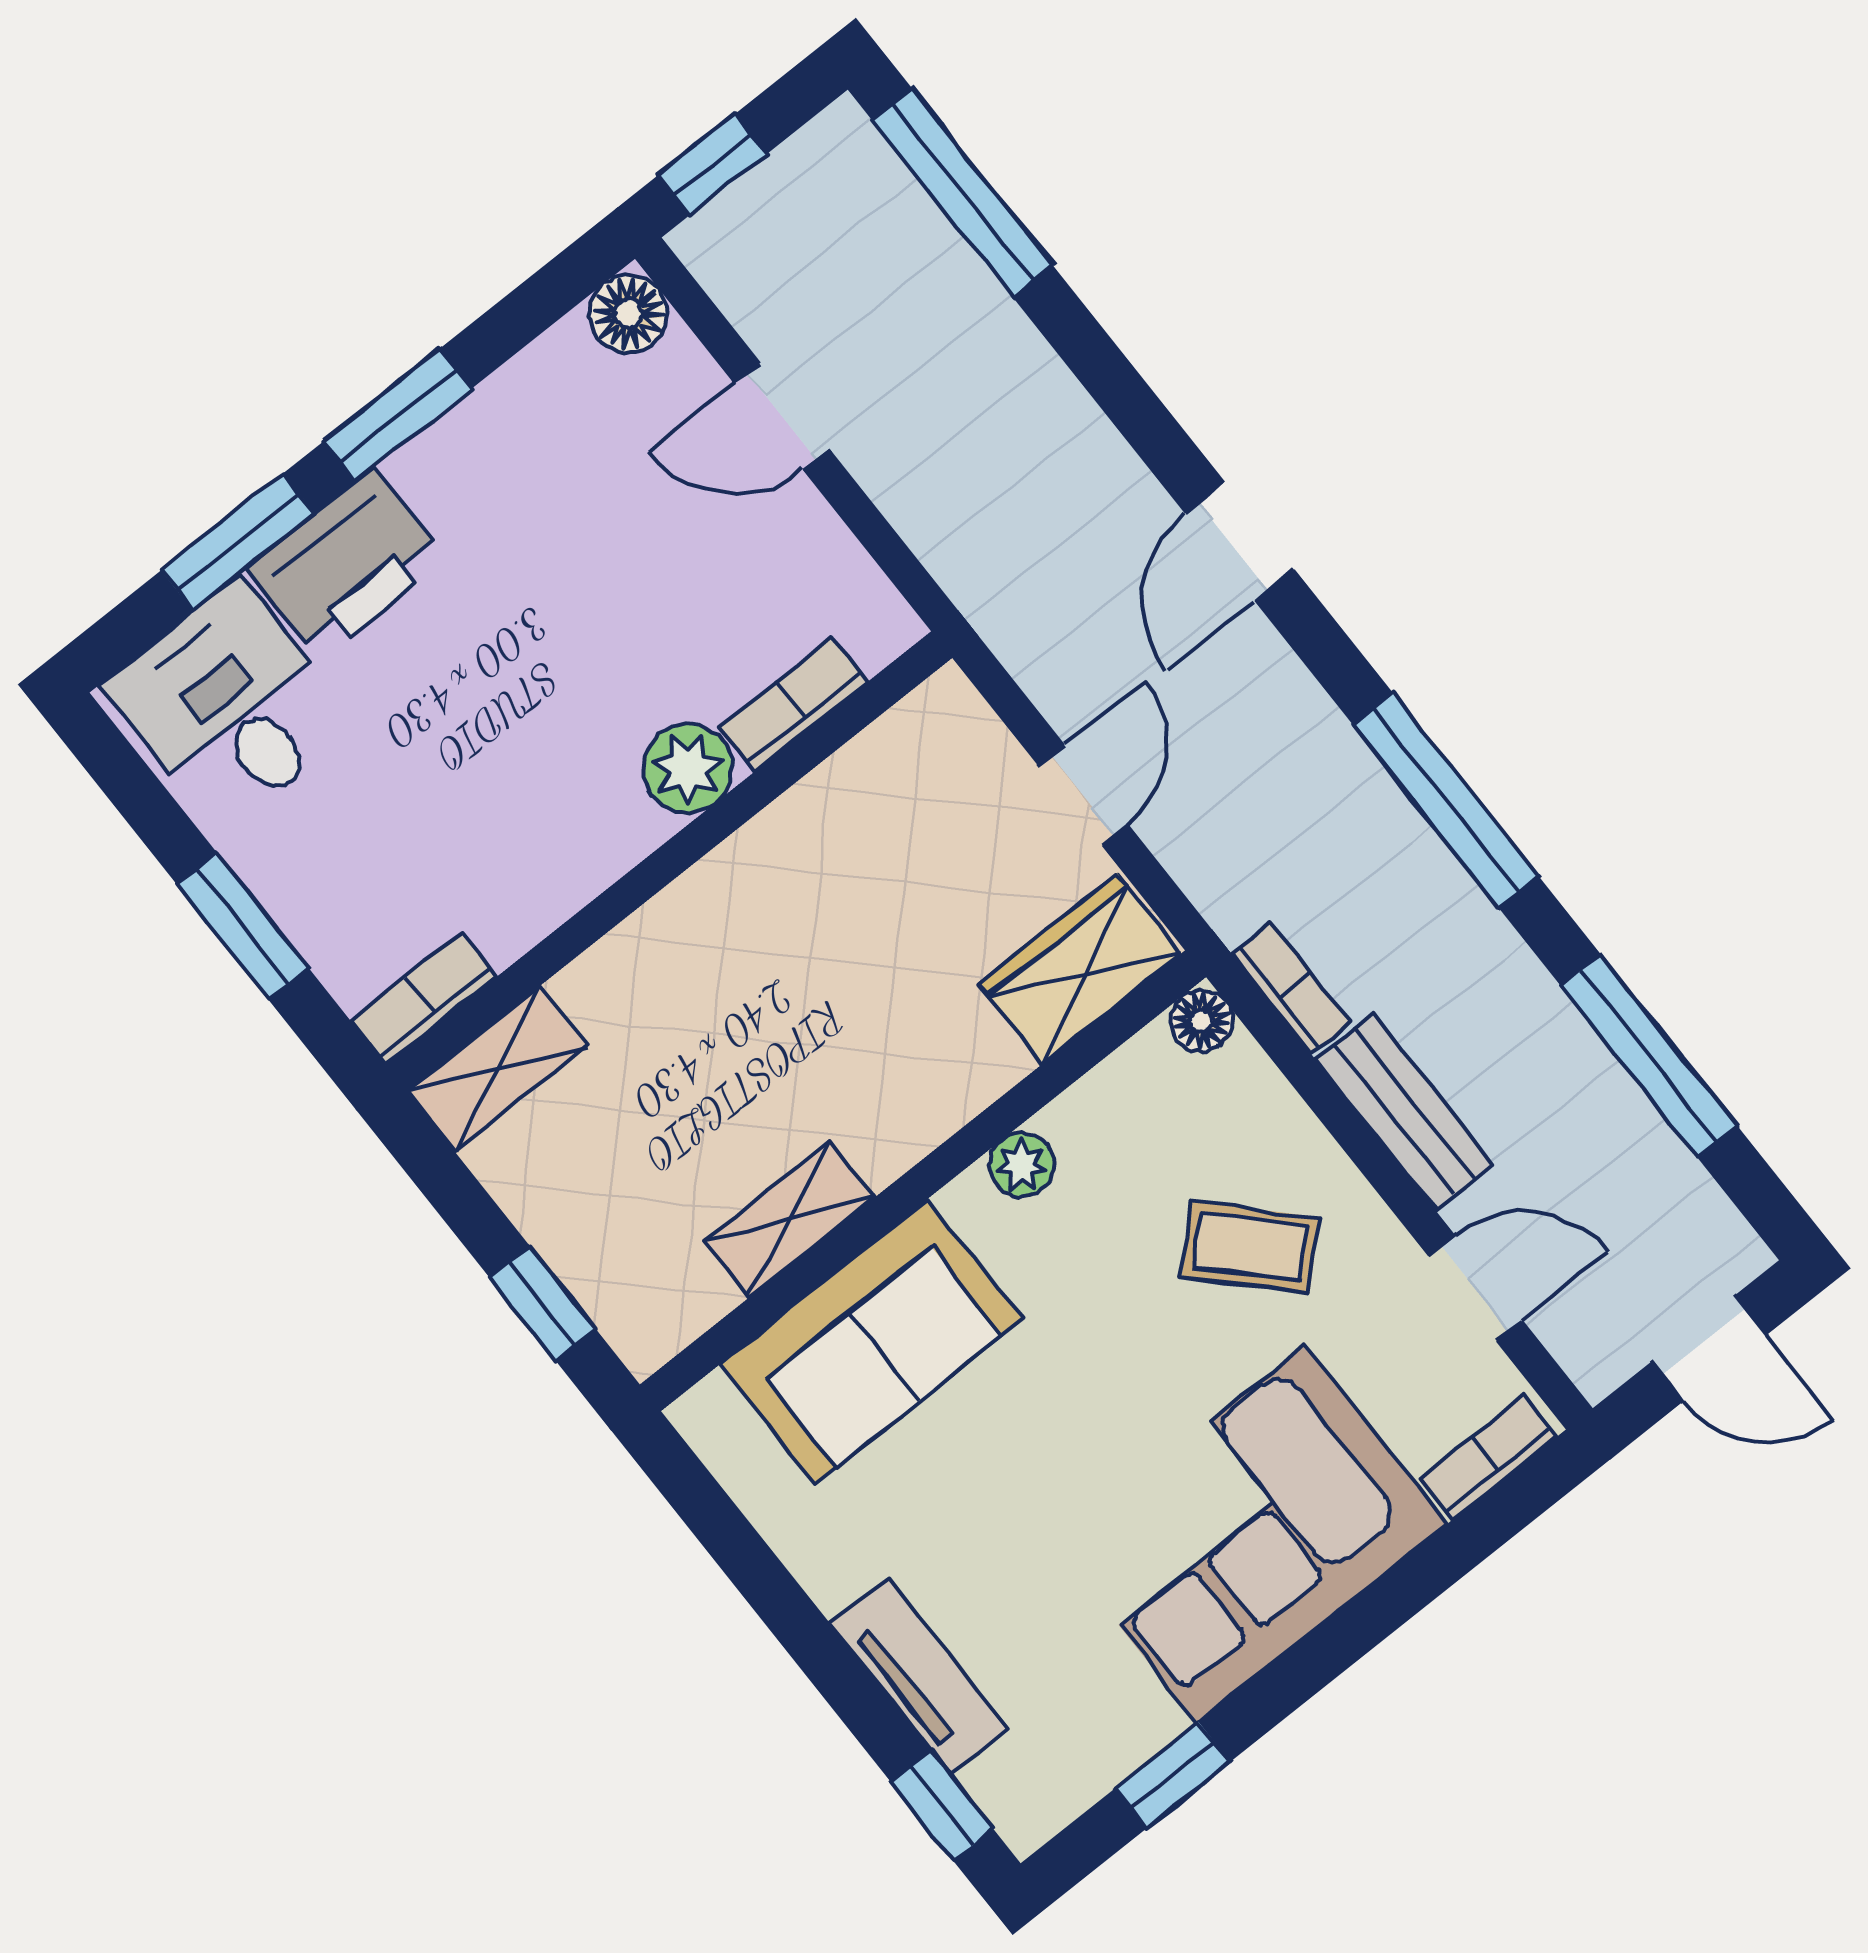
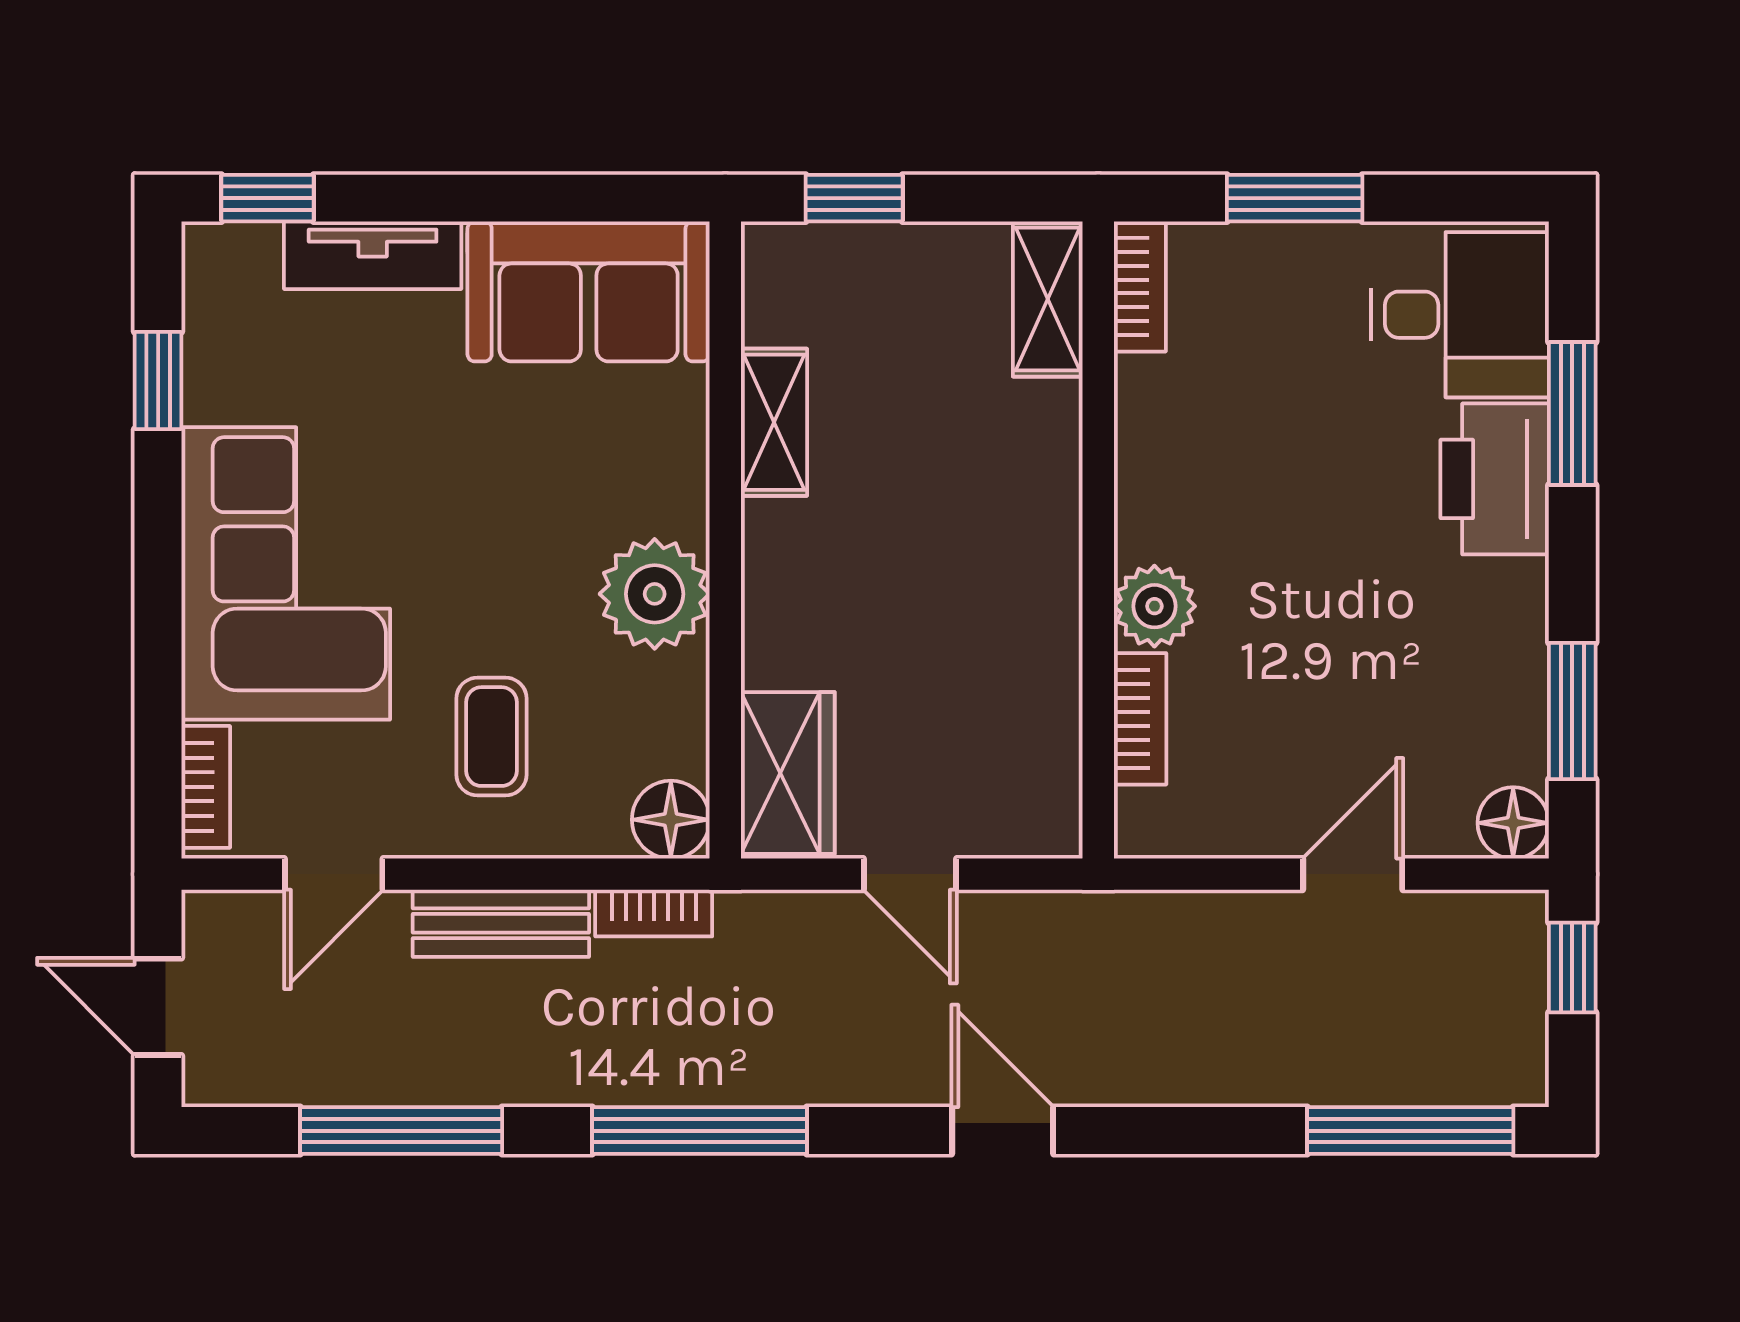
window: (398, 415) -> (1572, 711), moved
floor lamp: (1201, 1021) -> (671, 820), width x1.37, depth x1.37
plant: (1022, 1165) -> (655, 594), width x1.88, depth x1.88
coffee table: (1250, 1247) -> (491, 737), turned -46
sofa: (871, 1342) -> (589, 291), moved, turned -90
door: (1709, 1349) -> (158, 1007), hinge flipped

